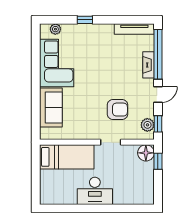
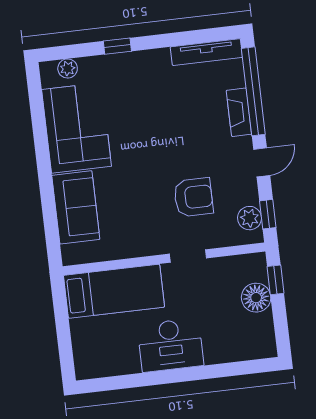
floor lamp: (146, 153) -> (256, 298), moved

